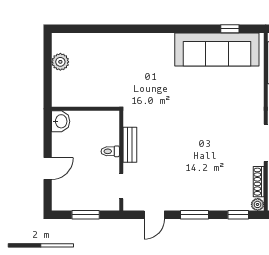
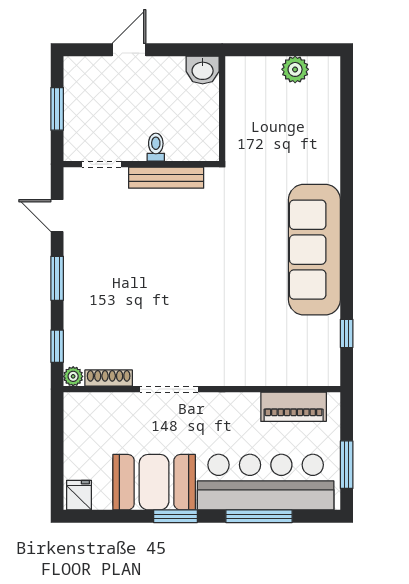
sofa: (217, 49) -> (314, 250), moved
bench: (130, 145) -> (166, 178), width x1.36
door: (48, 169) -> (129, 50), swing flipped

